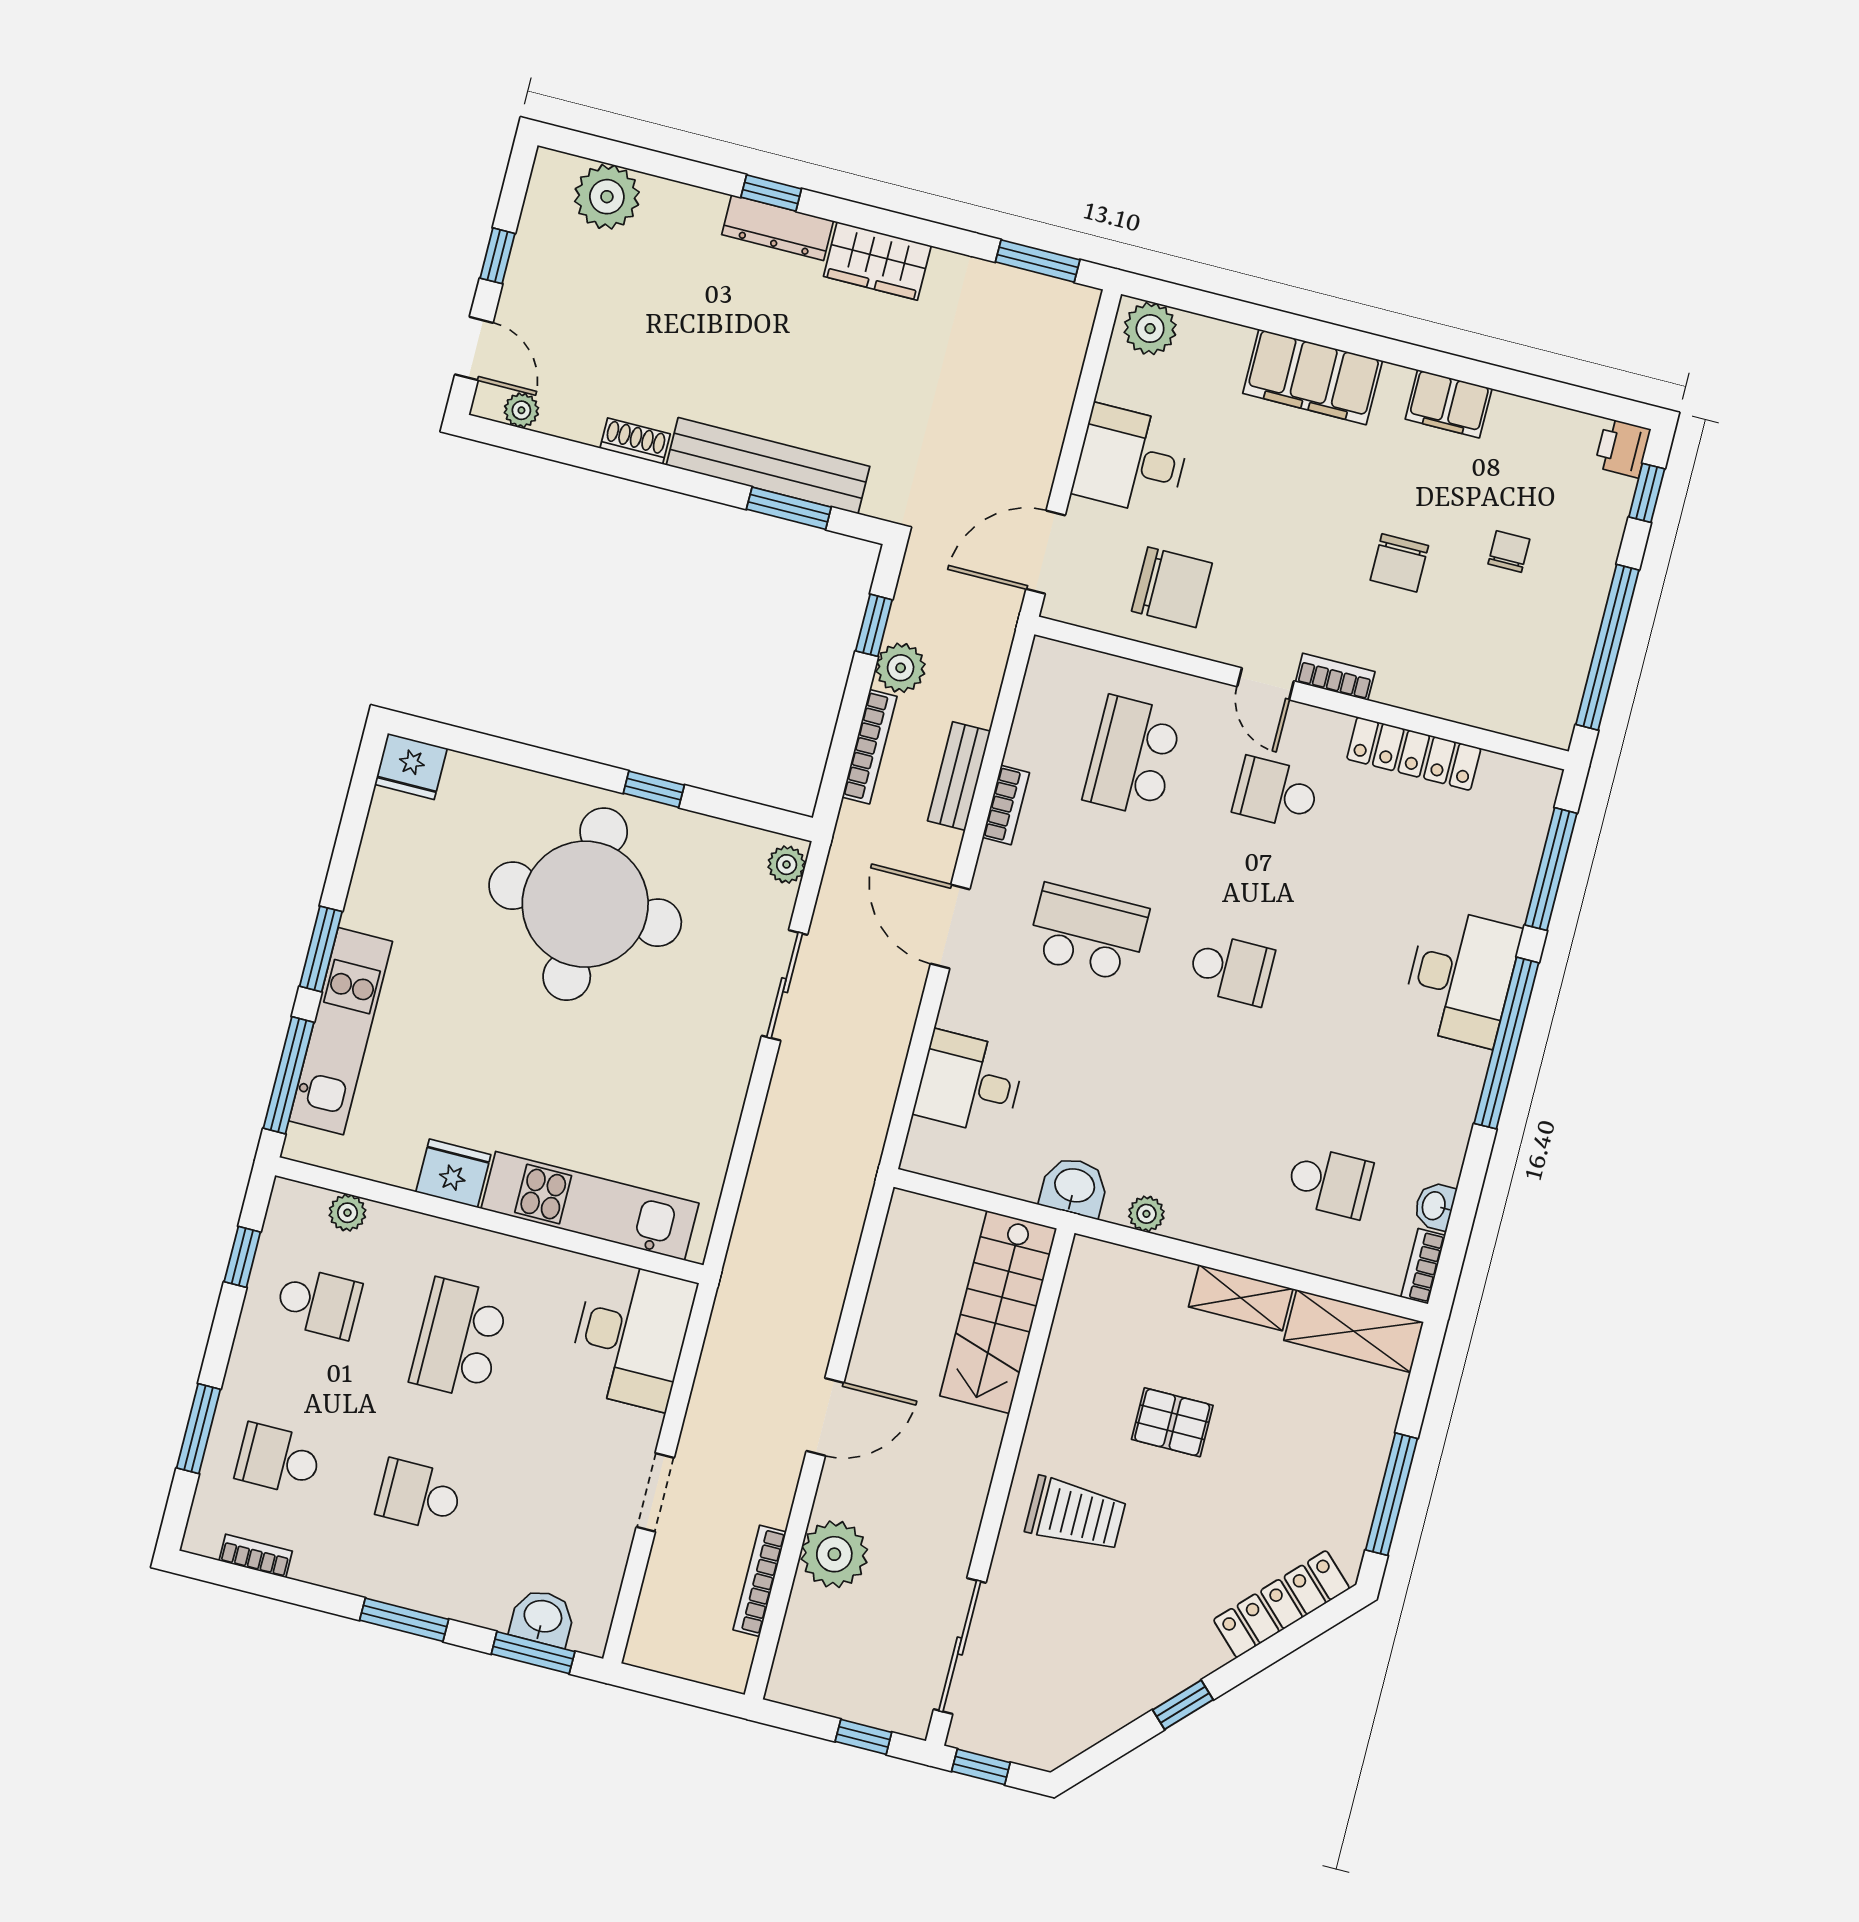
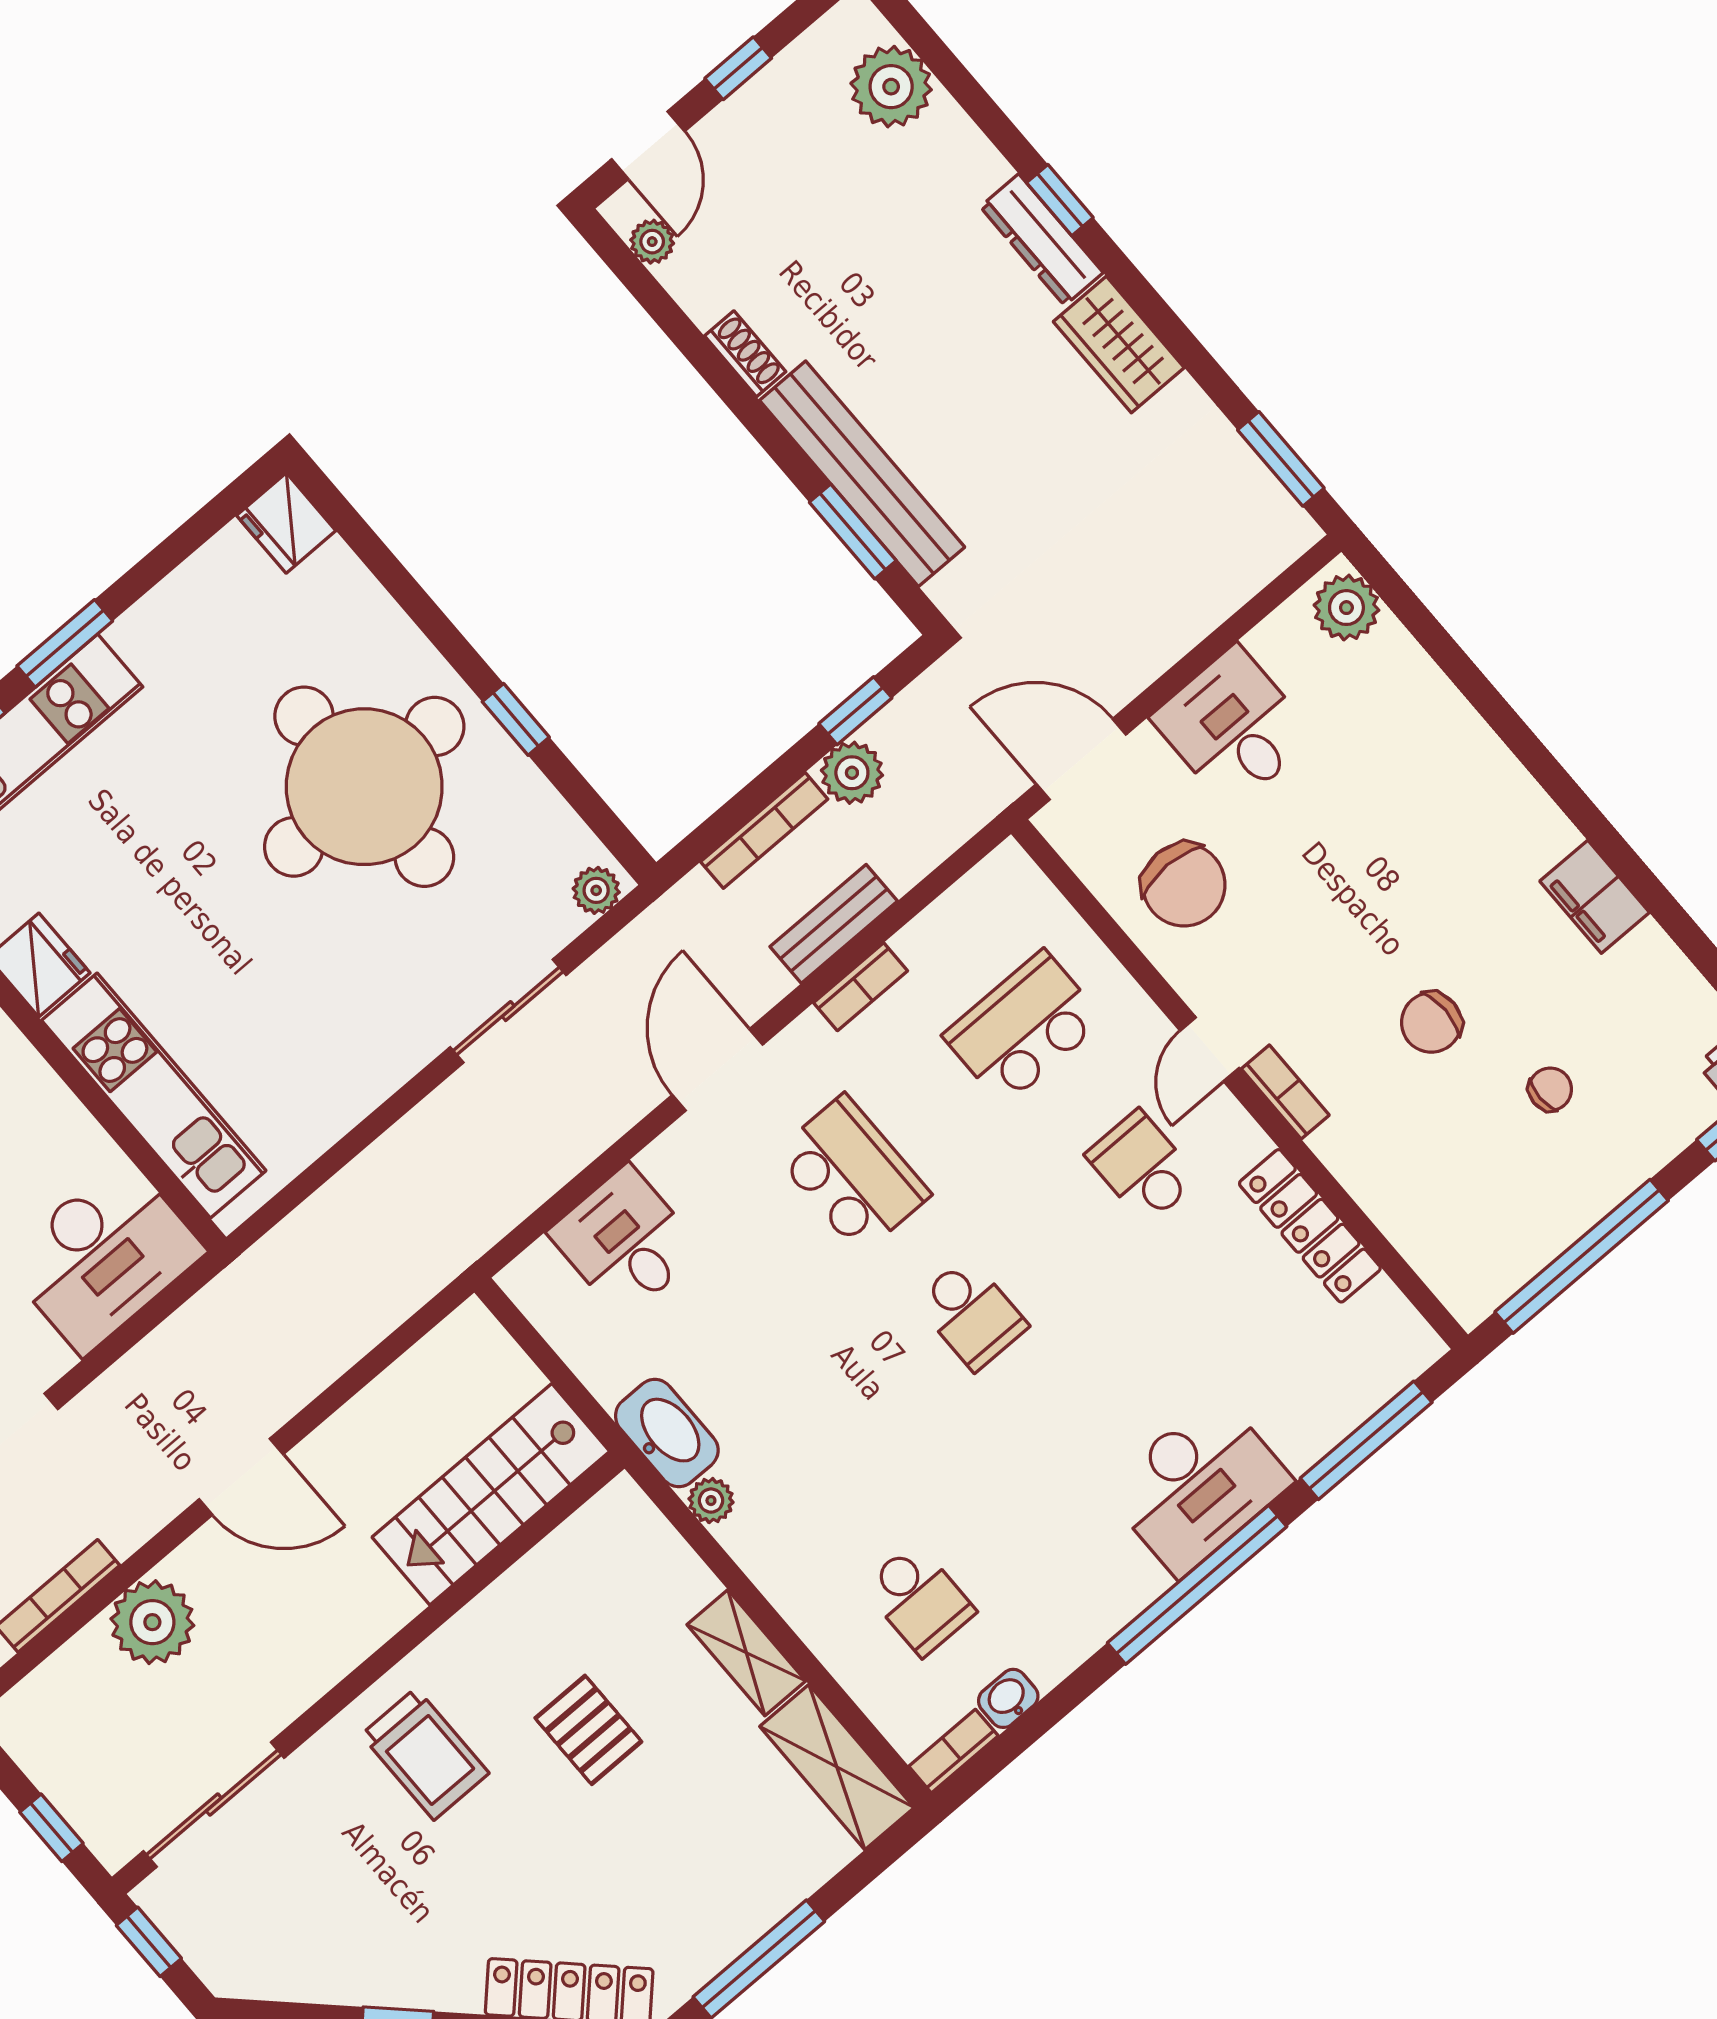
filing cabinet: (1313, 377) -> (1476, 772), removed
washbasin: (1074, 1187) -> (667, 1433), width x1.38

